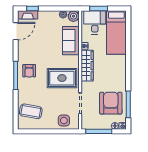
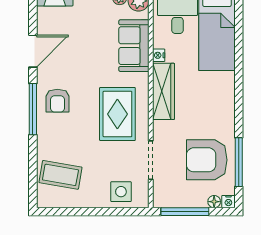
door: (16, 31) -> (33, 51), moved
rug: (62, 78) -> (117, 114), turned 90
armchair: (111, 103) -> (207, 160), turned -90

